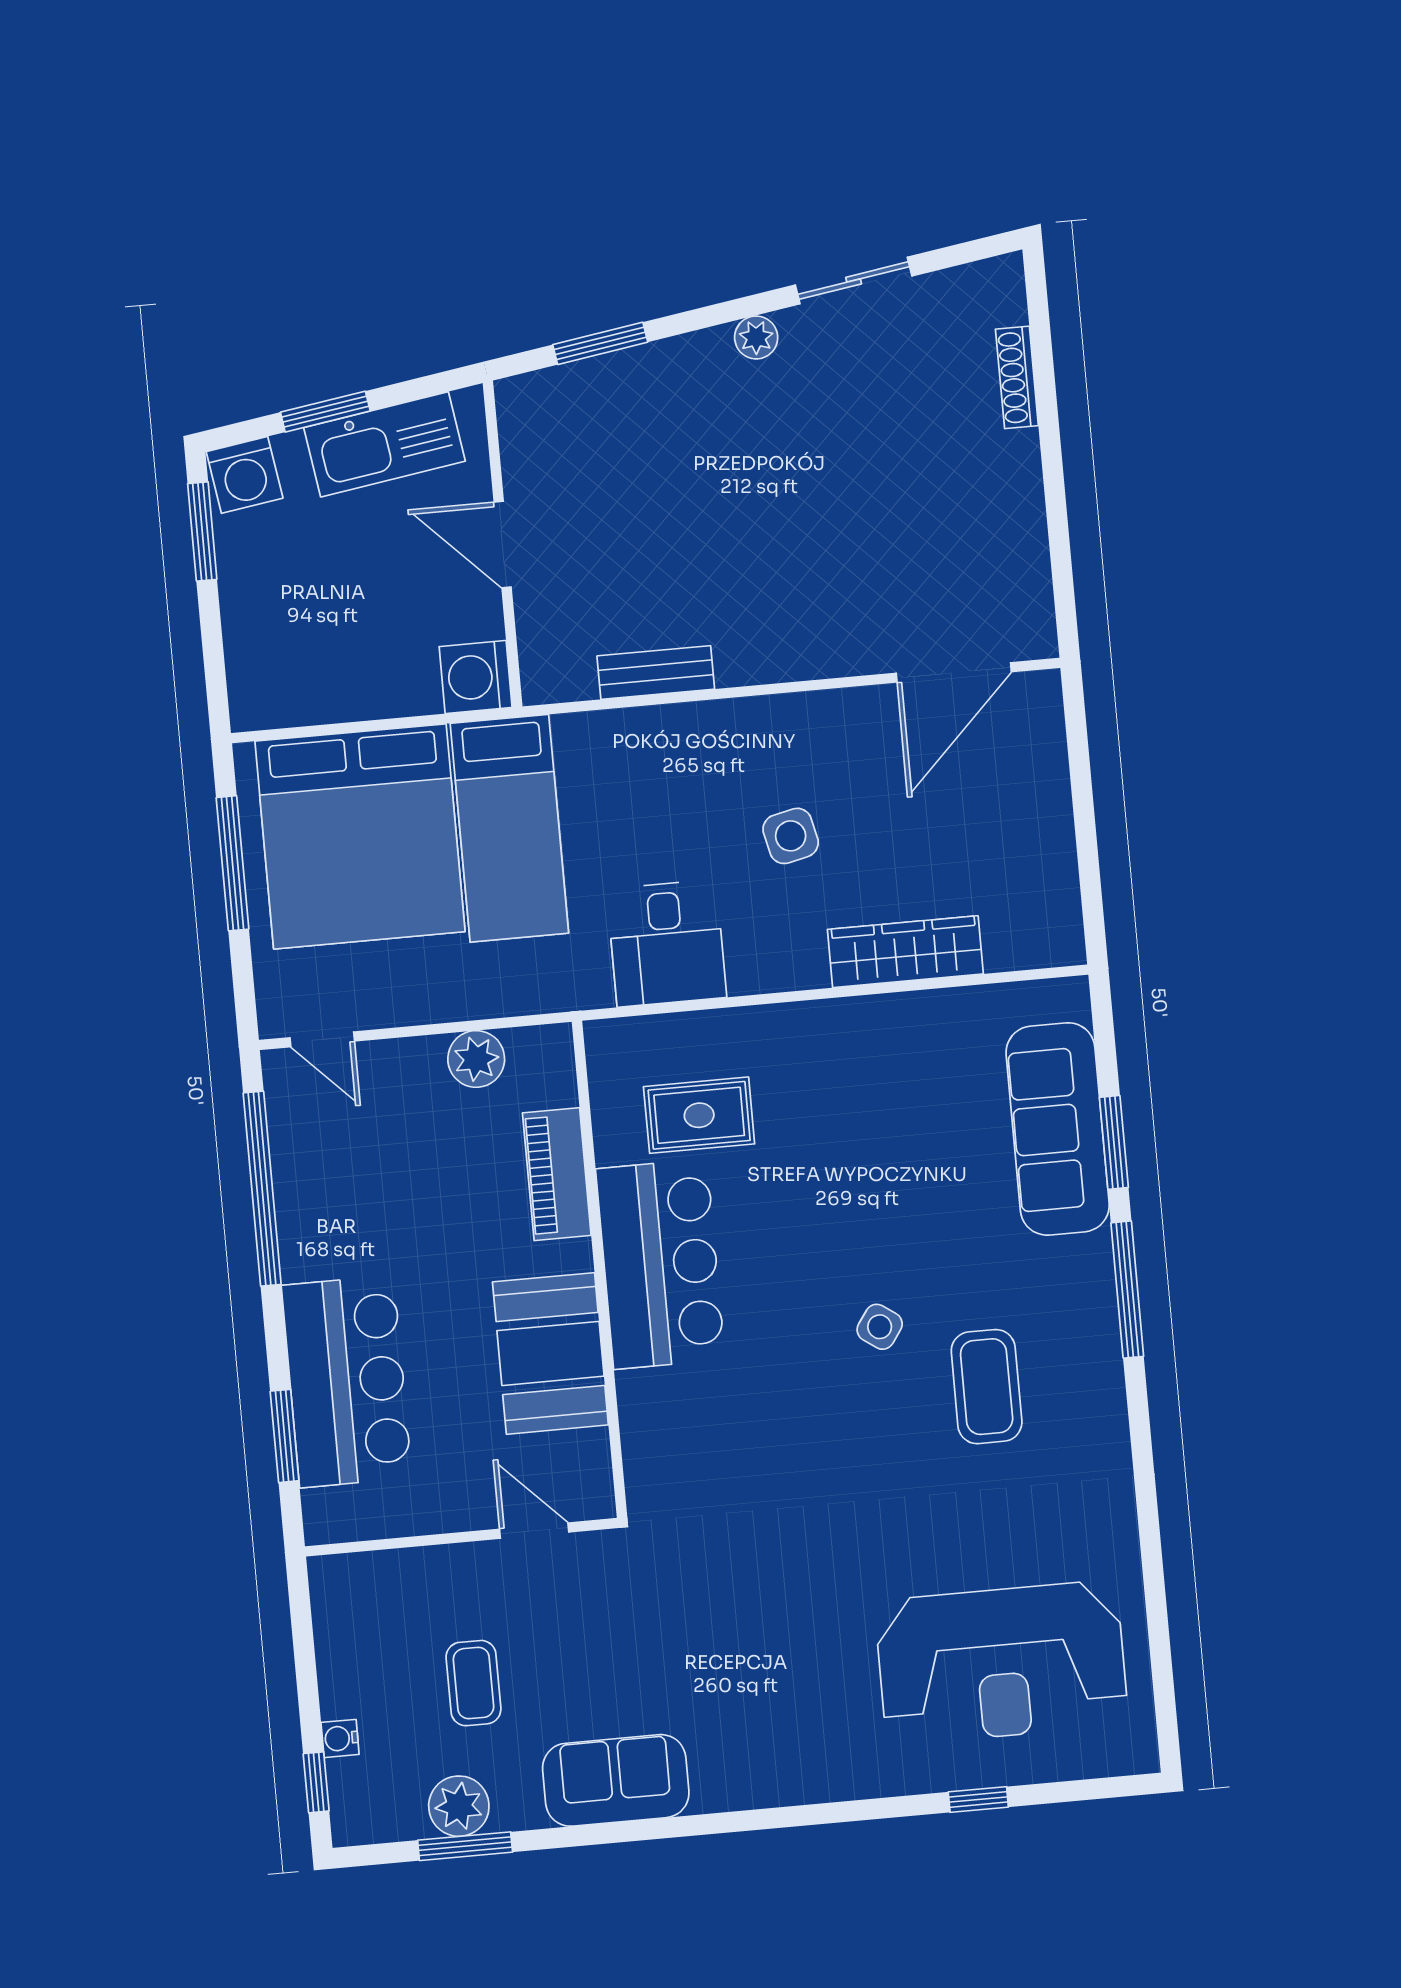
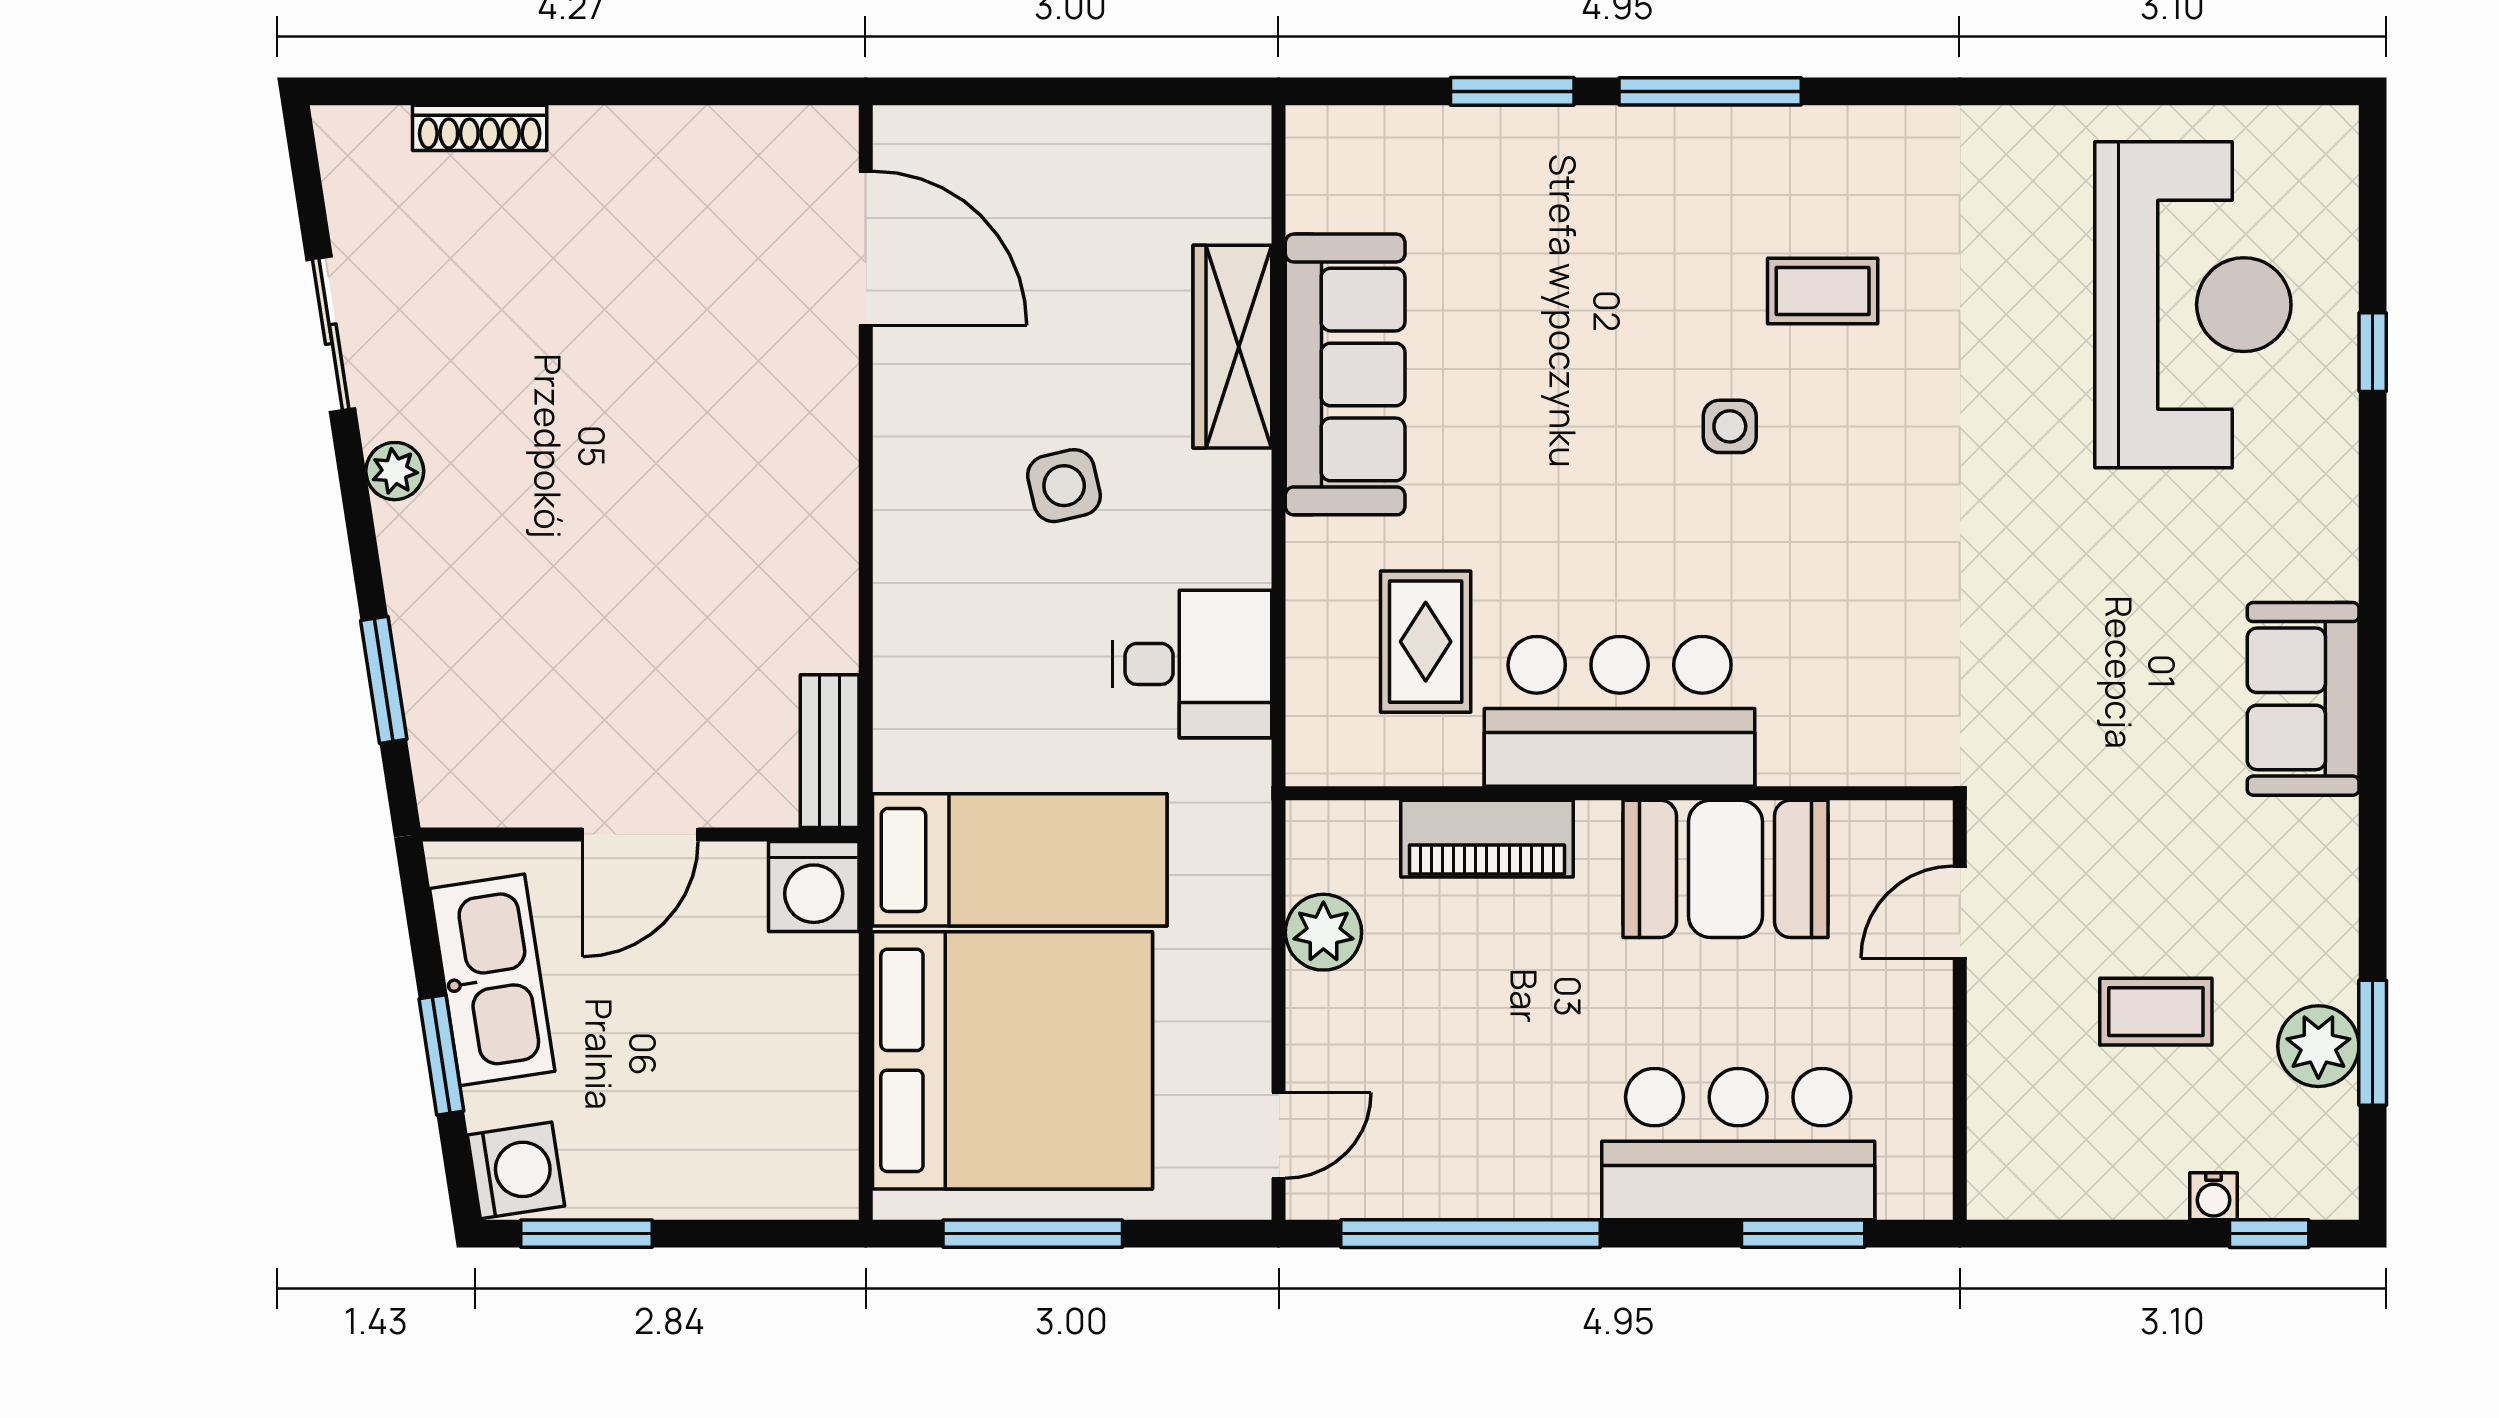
bench: (656, 672) -> (830, 751), moved
sofa: (1058, 1129) -> (1345, 374), moved, turned -90
side table: (880, 1327) -> (1730, 426), turned -35
coffee table: (987, 1387) -> (1823, 291), width x0.73, depth x0.77
sofa: (616, 1780) -> (2303, 699), moved

